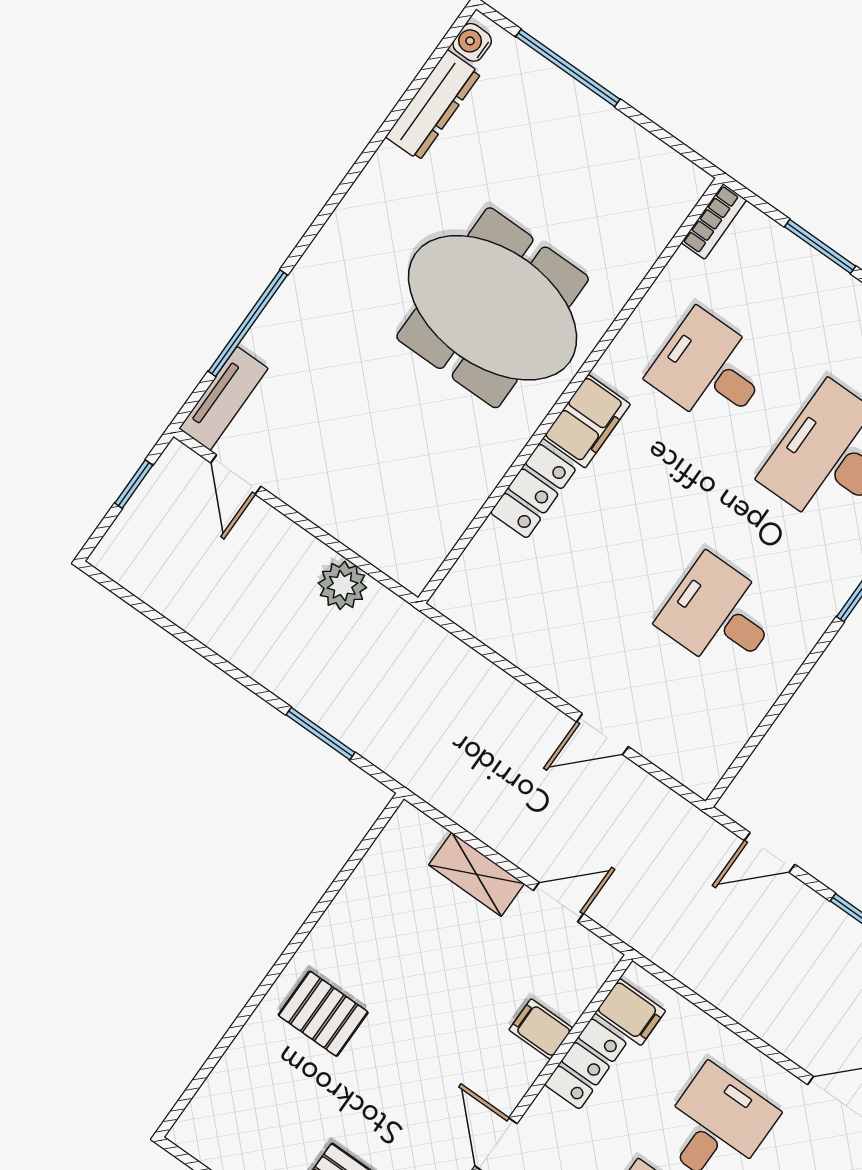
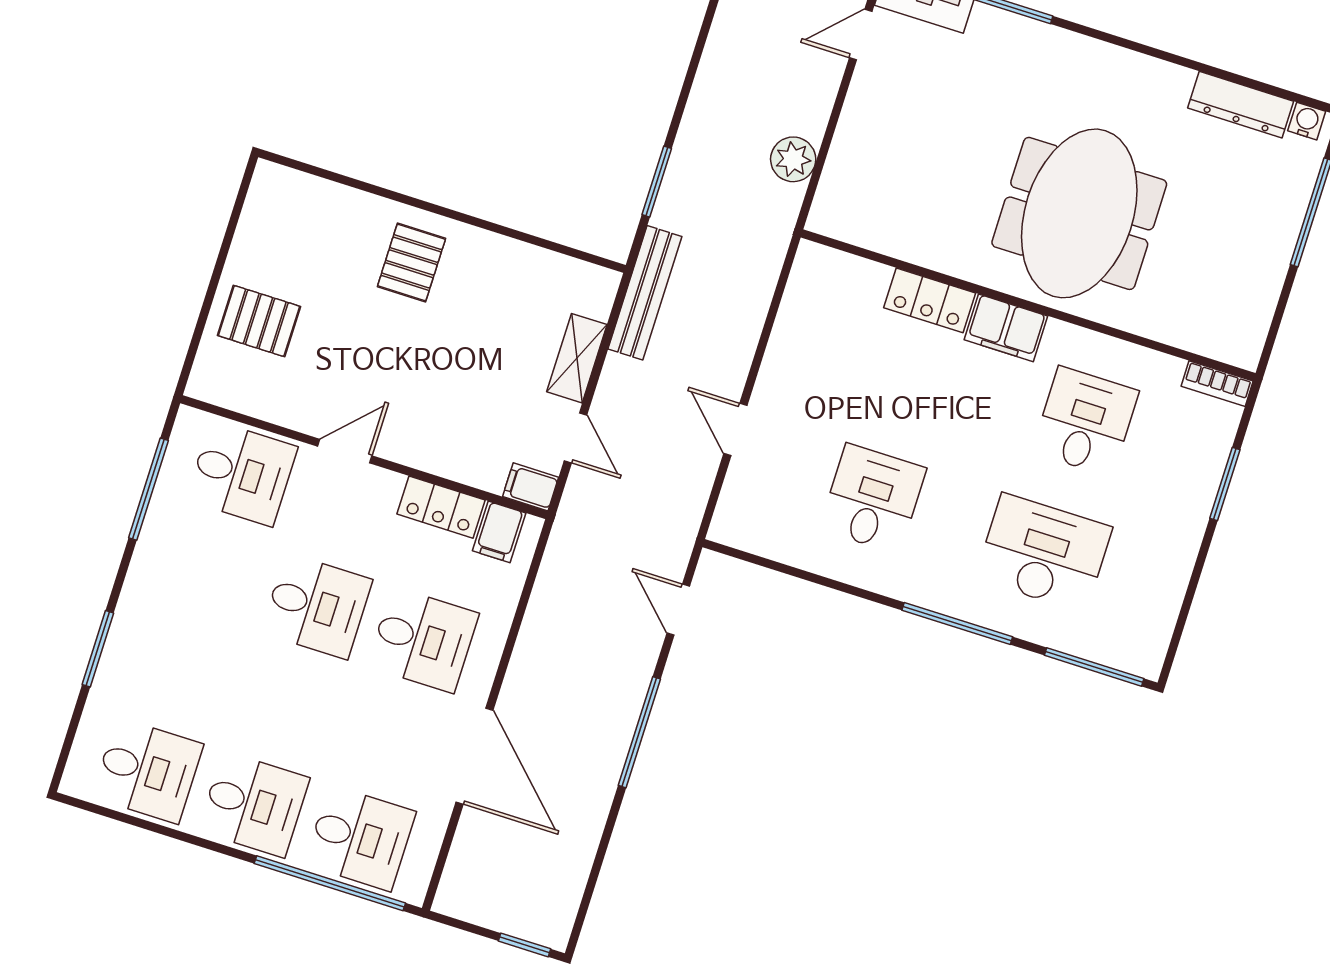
bench: (431, 782) -> (645, 293), added
filing cabinet: (541, 1029) -> (531, 487), moved, turned -90

